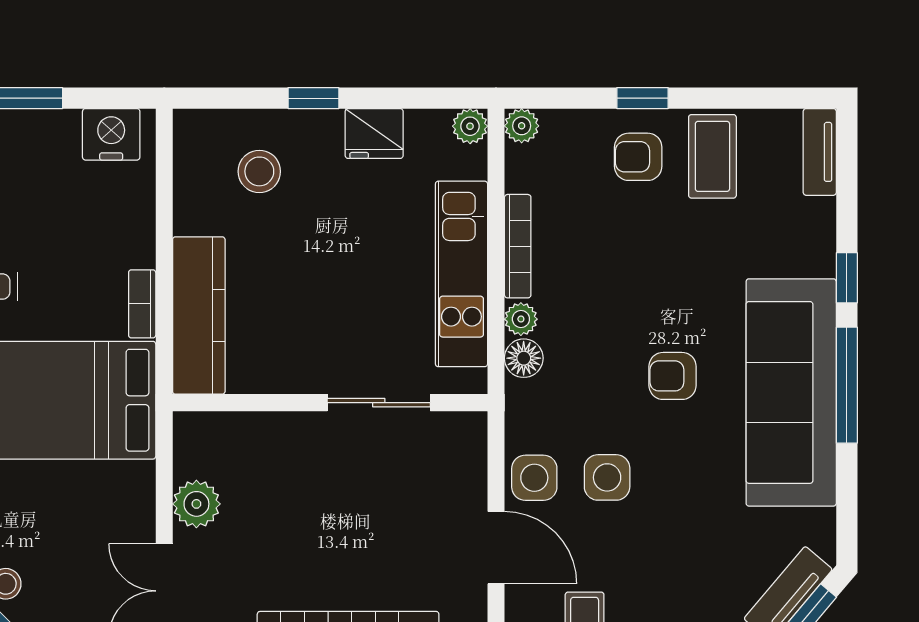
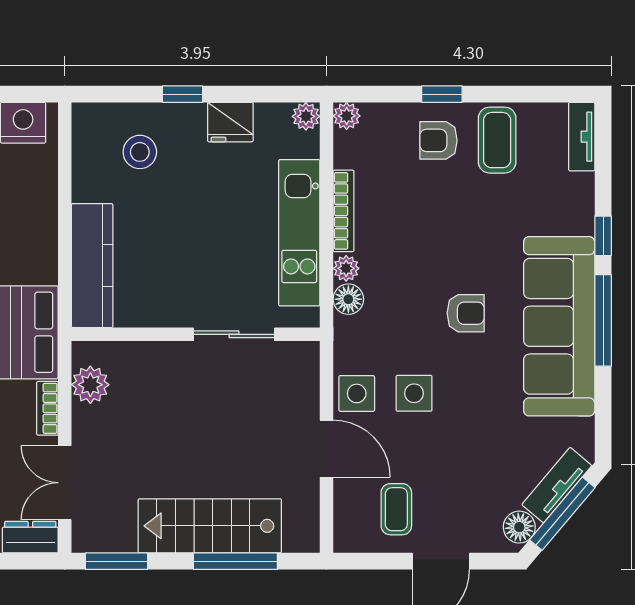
bookcase: (142, 304) -> (47, 408), moved
armchair: (673, 376) -> (466, 313), turned 180
plant: (196, 504) -> (90, 385), moved

